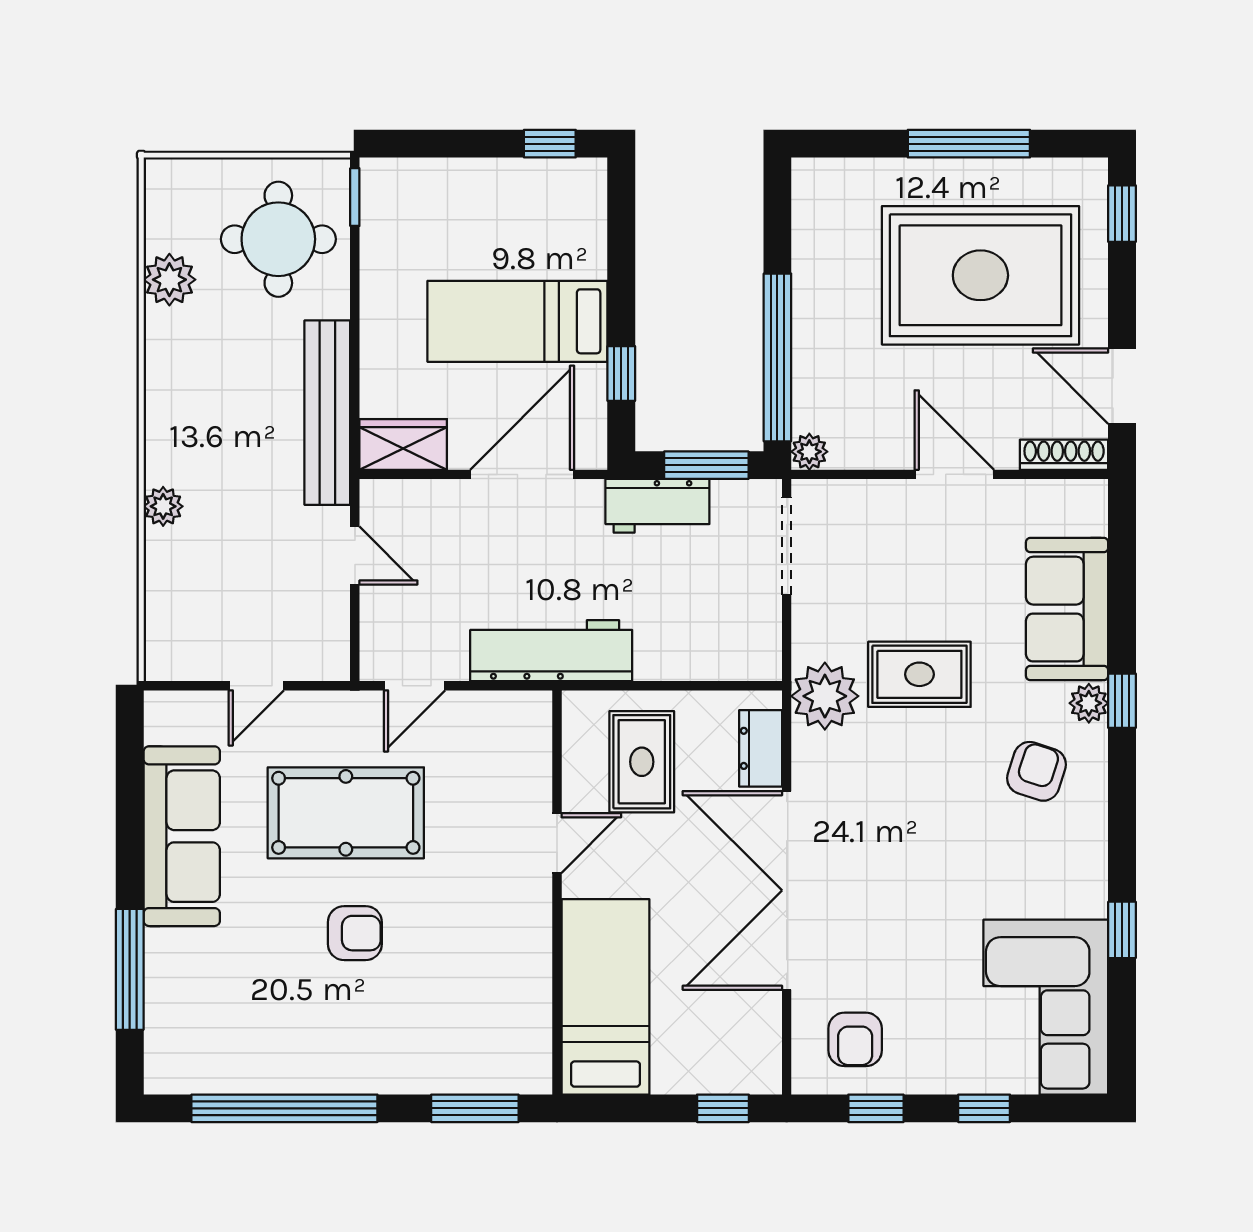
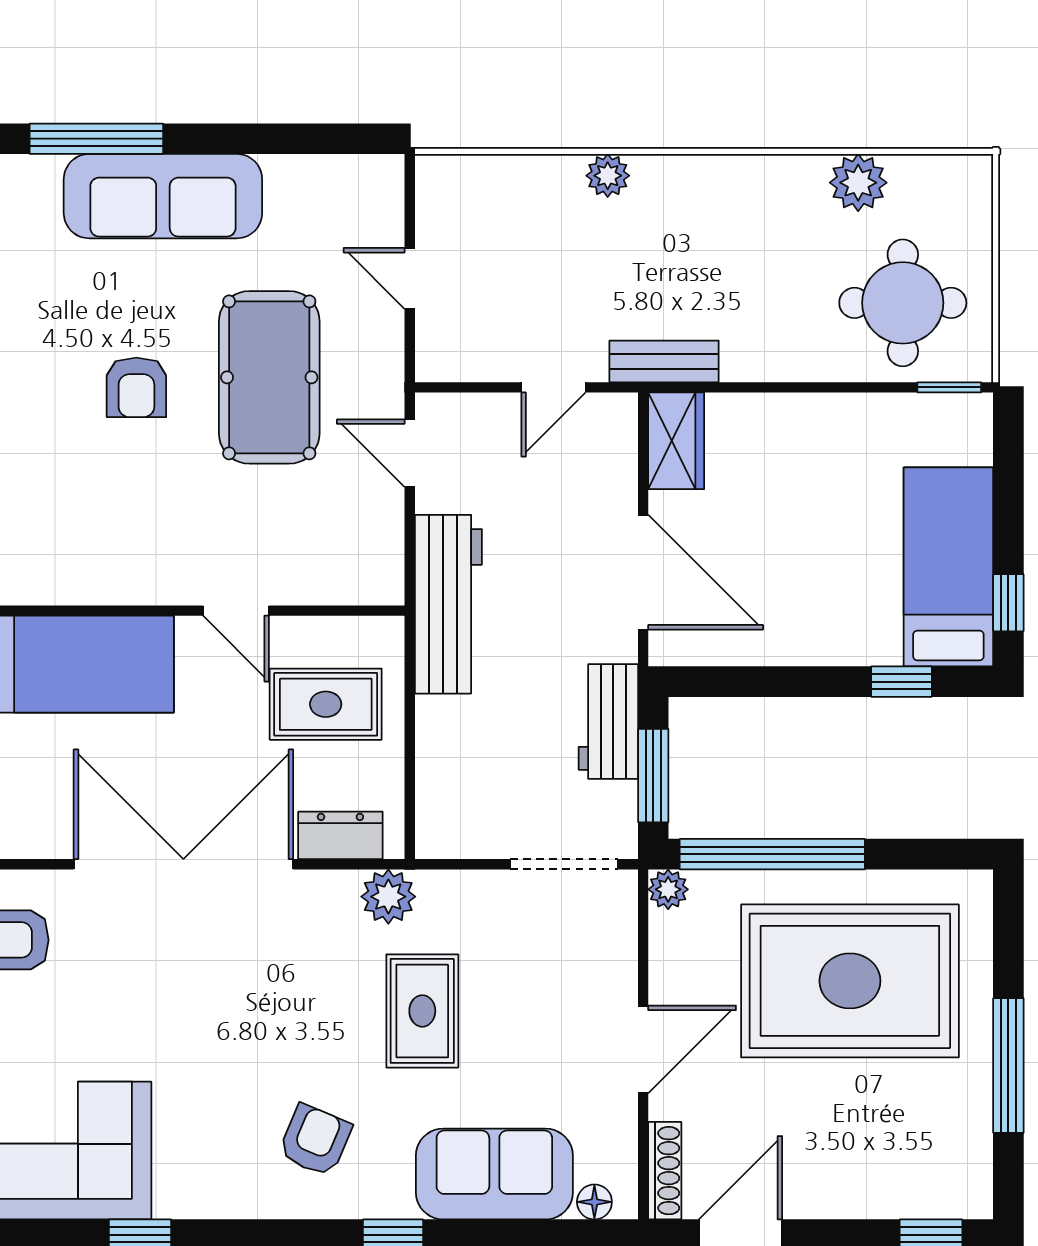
rug: (980, 275) -> (850, 981), moved, turned 90
bed: (517, 321) -> (948, 567), moved
window: (621, 373) -> (902, 682), moved
bench: (327, 413) -> (664, 361), width x0.54, depth x0.82
floor lamp: (1092, 518) -> (594, 1202), added
plant: (825, 696) -> (388, 897), width x0.73, depth x0.73
plant: (1089, 703) -> (390, 1198), removed
armchair: (1036, 771) -> (315, 1140), turned -85
sofa: (182, 836) -> (163, 196), moved

